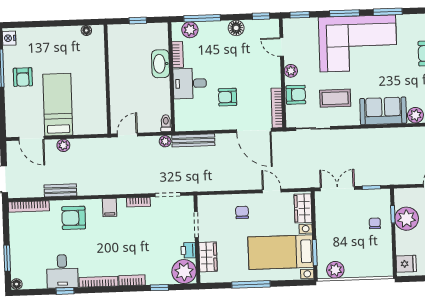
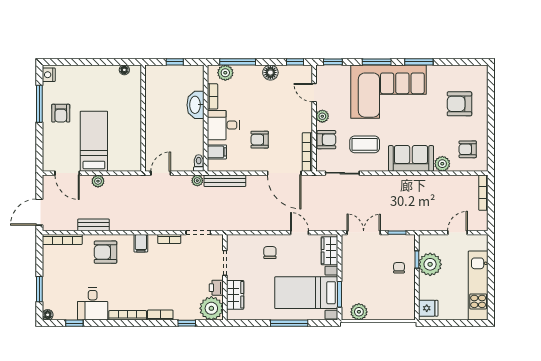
filing cabinet: (184, 111) -> (217, 152), added
window: (251, 284) -> (289, 323), moved
window: (65, 291) -> (74, 323), moved

